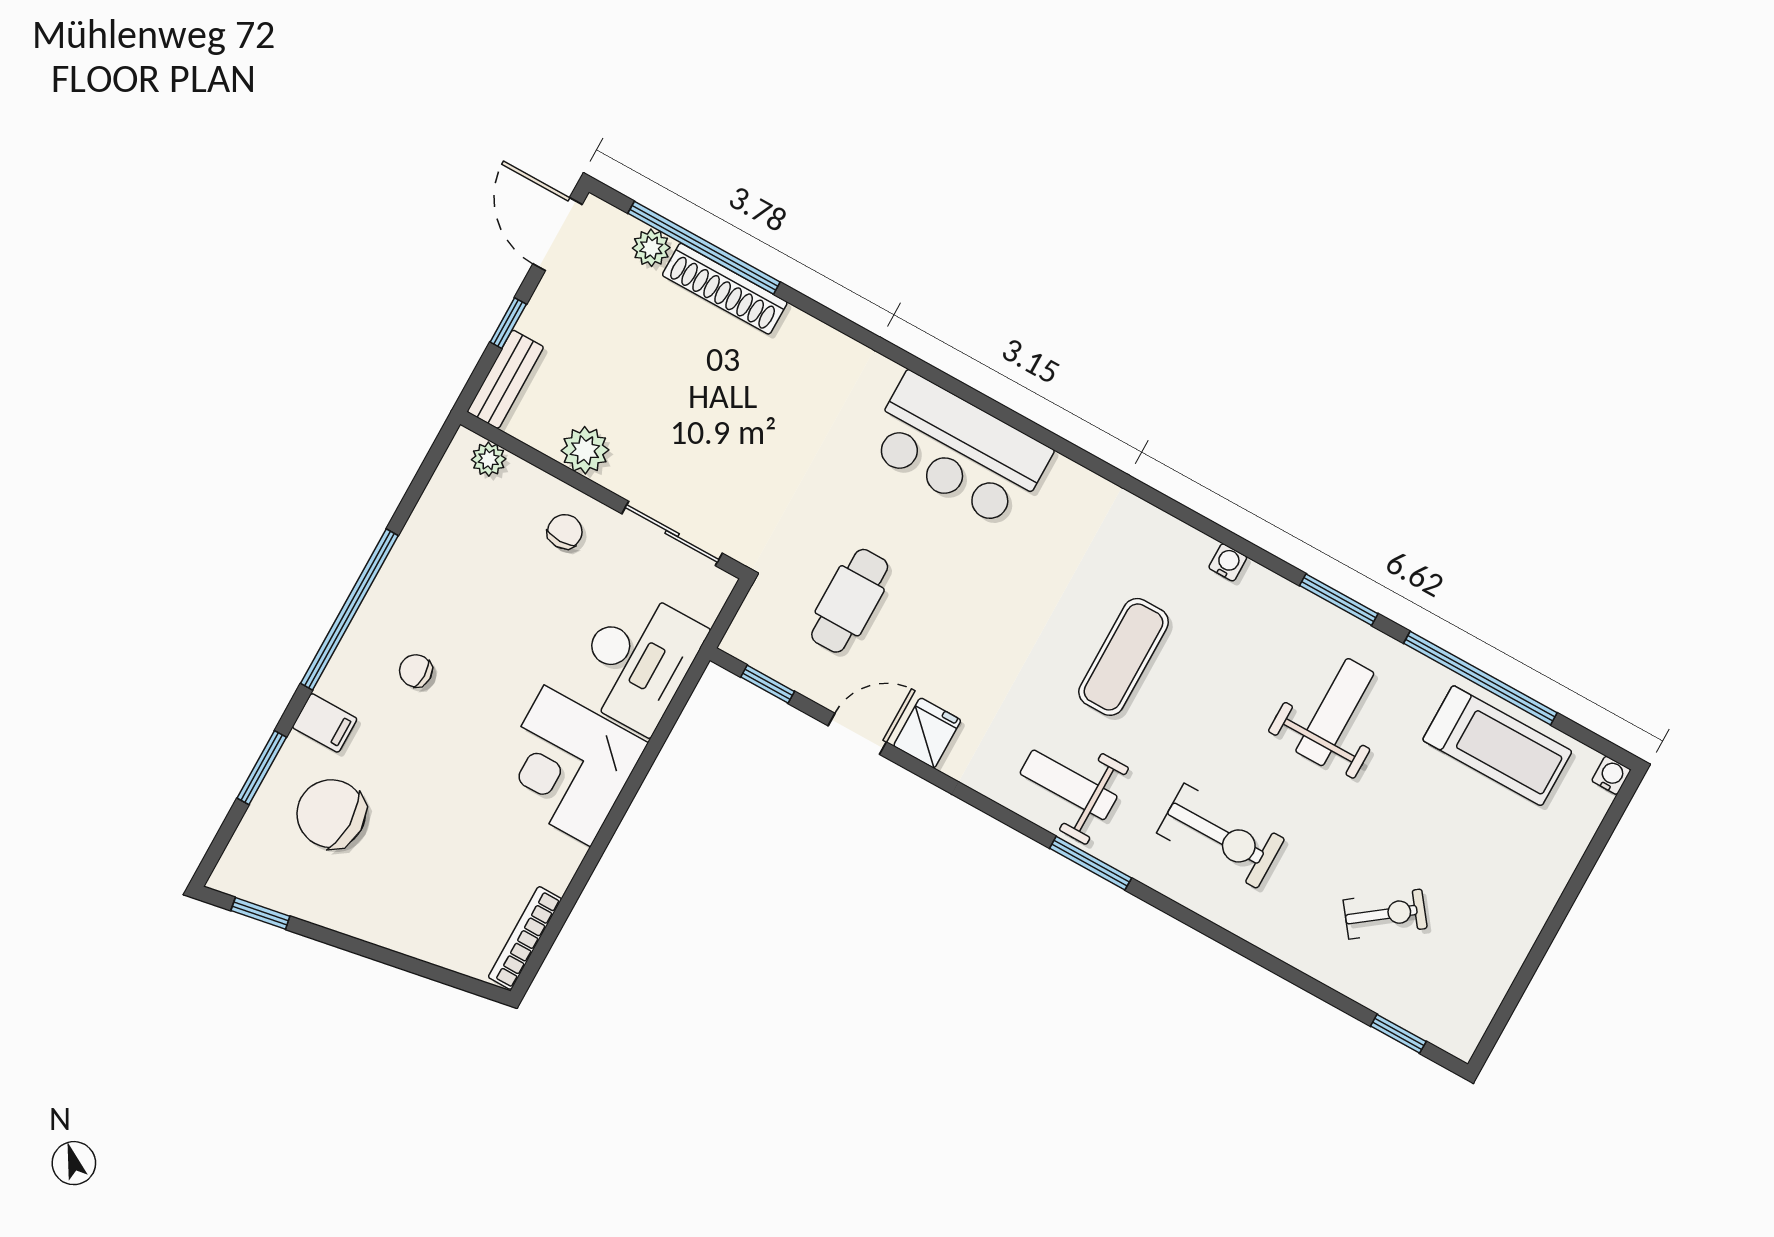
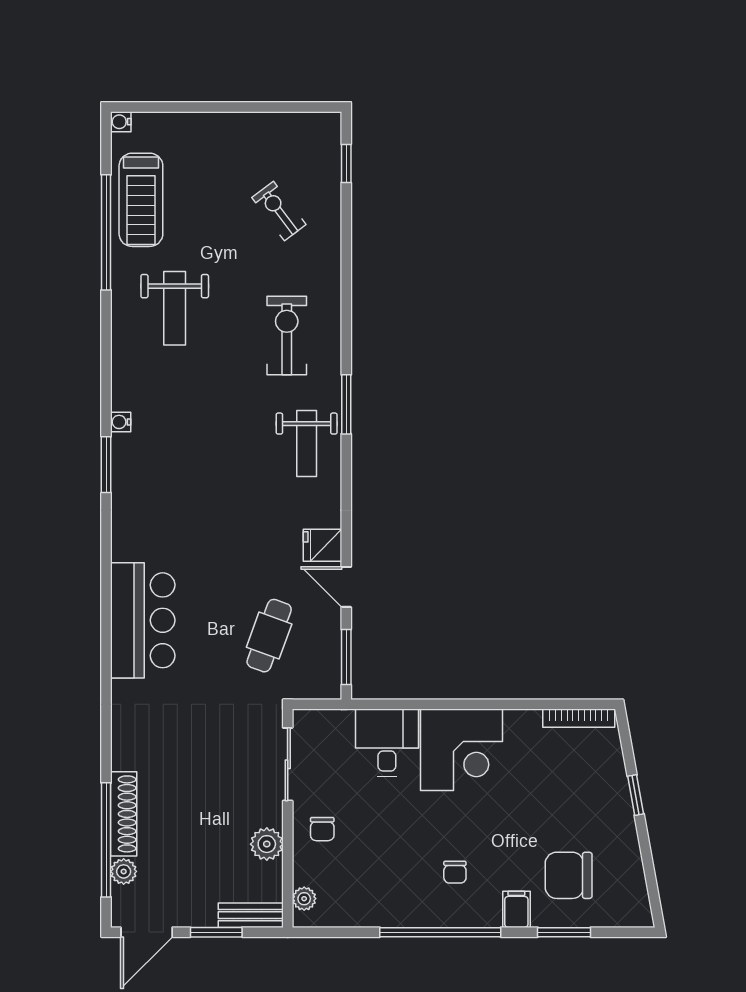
window: (508, 323) -> (216, 932), width x1.50
chair: (565, 532) -> (322, 829), turned -90
window: (1339, 600) -> (106, 465), moved
cafe table: (850, 601) -> (269, 636), turned -70
exercise mat: (1124, 657) -> (212, 453), removed
desk: (638, 661) -> (387, 743), width x0.73
window: (768, 684) -> (346, 657), width x1.50
weight bench: (1335, 712) -> (175, 308), turned -90
treadmill: (1497, 746) -> (141, 200), turned 180
chair: (331, 814) -> (569, 875), turned 90
window: (260, 913) -> (636, 795), moved

